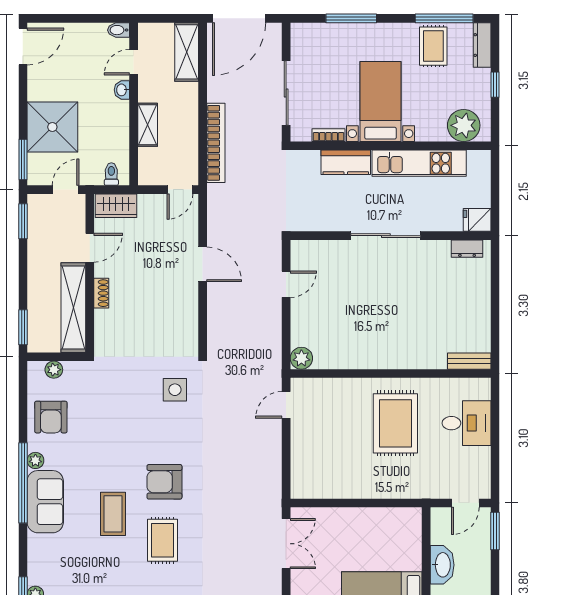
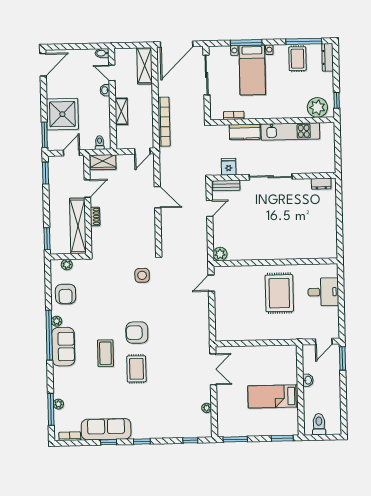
door: (134, 62) -> (112, 73), hinge flipped
window: (495, 85) -> (337, 100), moved
sliding door: (286, 93) -> (207, 75), moved
bed with nightstands: (381, 101) -> (252, 70), moved, turned 180
fridge: (477, 220) -> (229, 167), moved, turned 90
bench: (469, 361) -> (226, 186), moved
washbasin: (442, 565) -> (308, 380), width x0.52, depth x0.69

